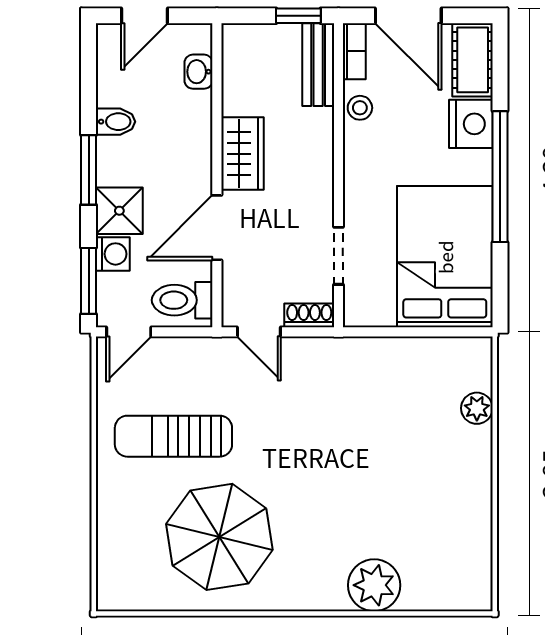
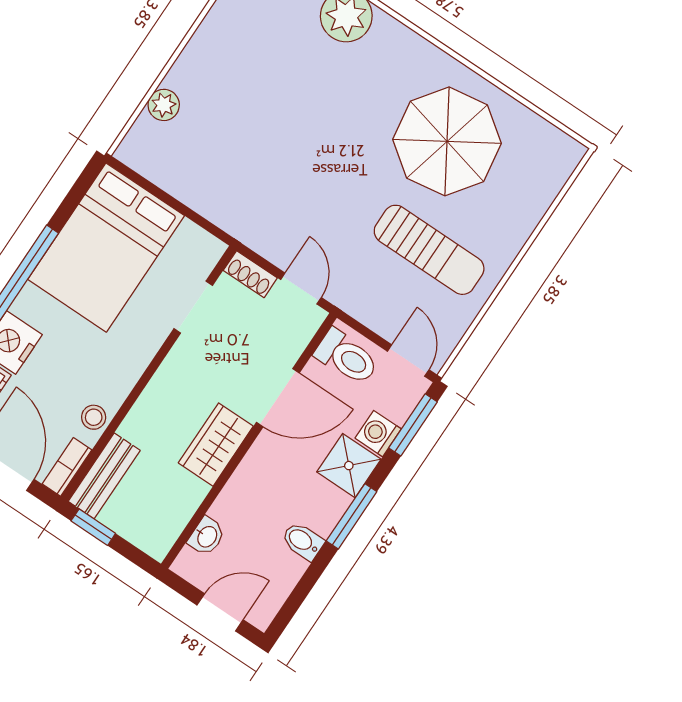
door: (129, 332) -> (408, 361), hinge flipped

